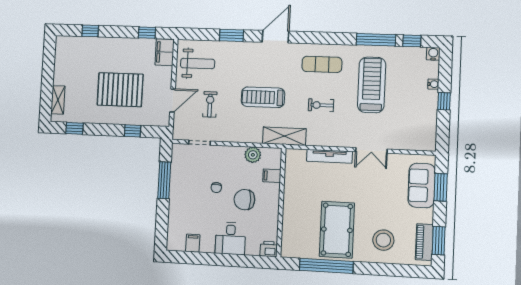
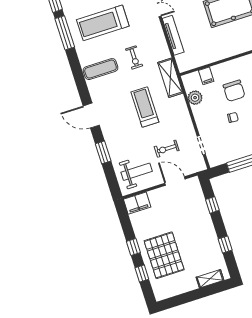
window: (147, 33) -> (133, 247), moved
weight bench: (198, 63) -> (137, 172), turned 90
exercise mat: (322, 64) -> (101, 69), turned 90
pallet: (120, 90) -> (164, 255), moved
treadmill: (263, 97) -> (145, 107), turned 180
window: (75, 128) -> (225, 245), moved

